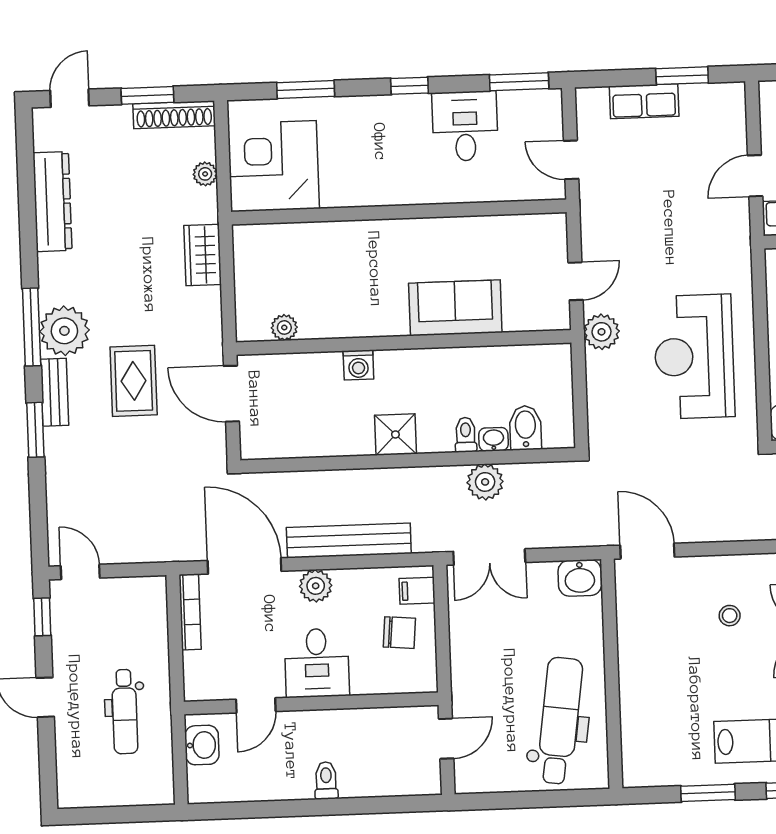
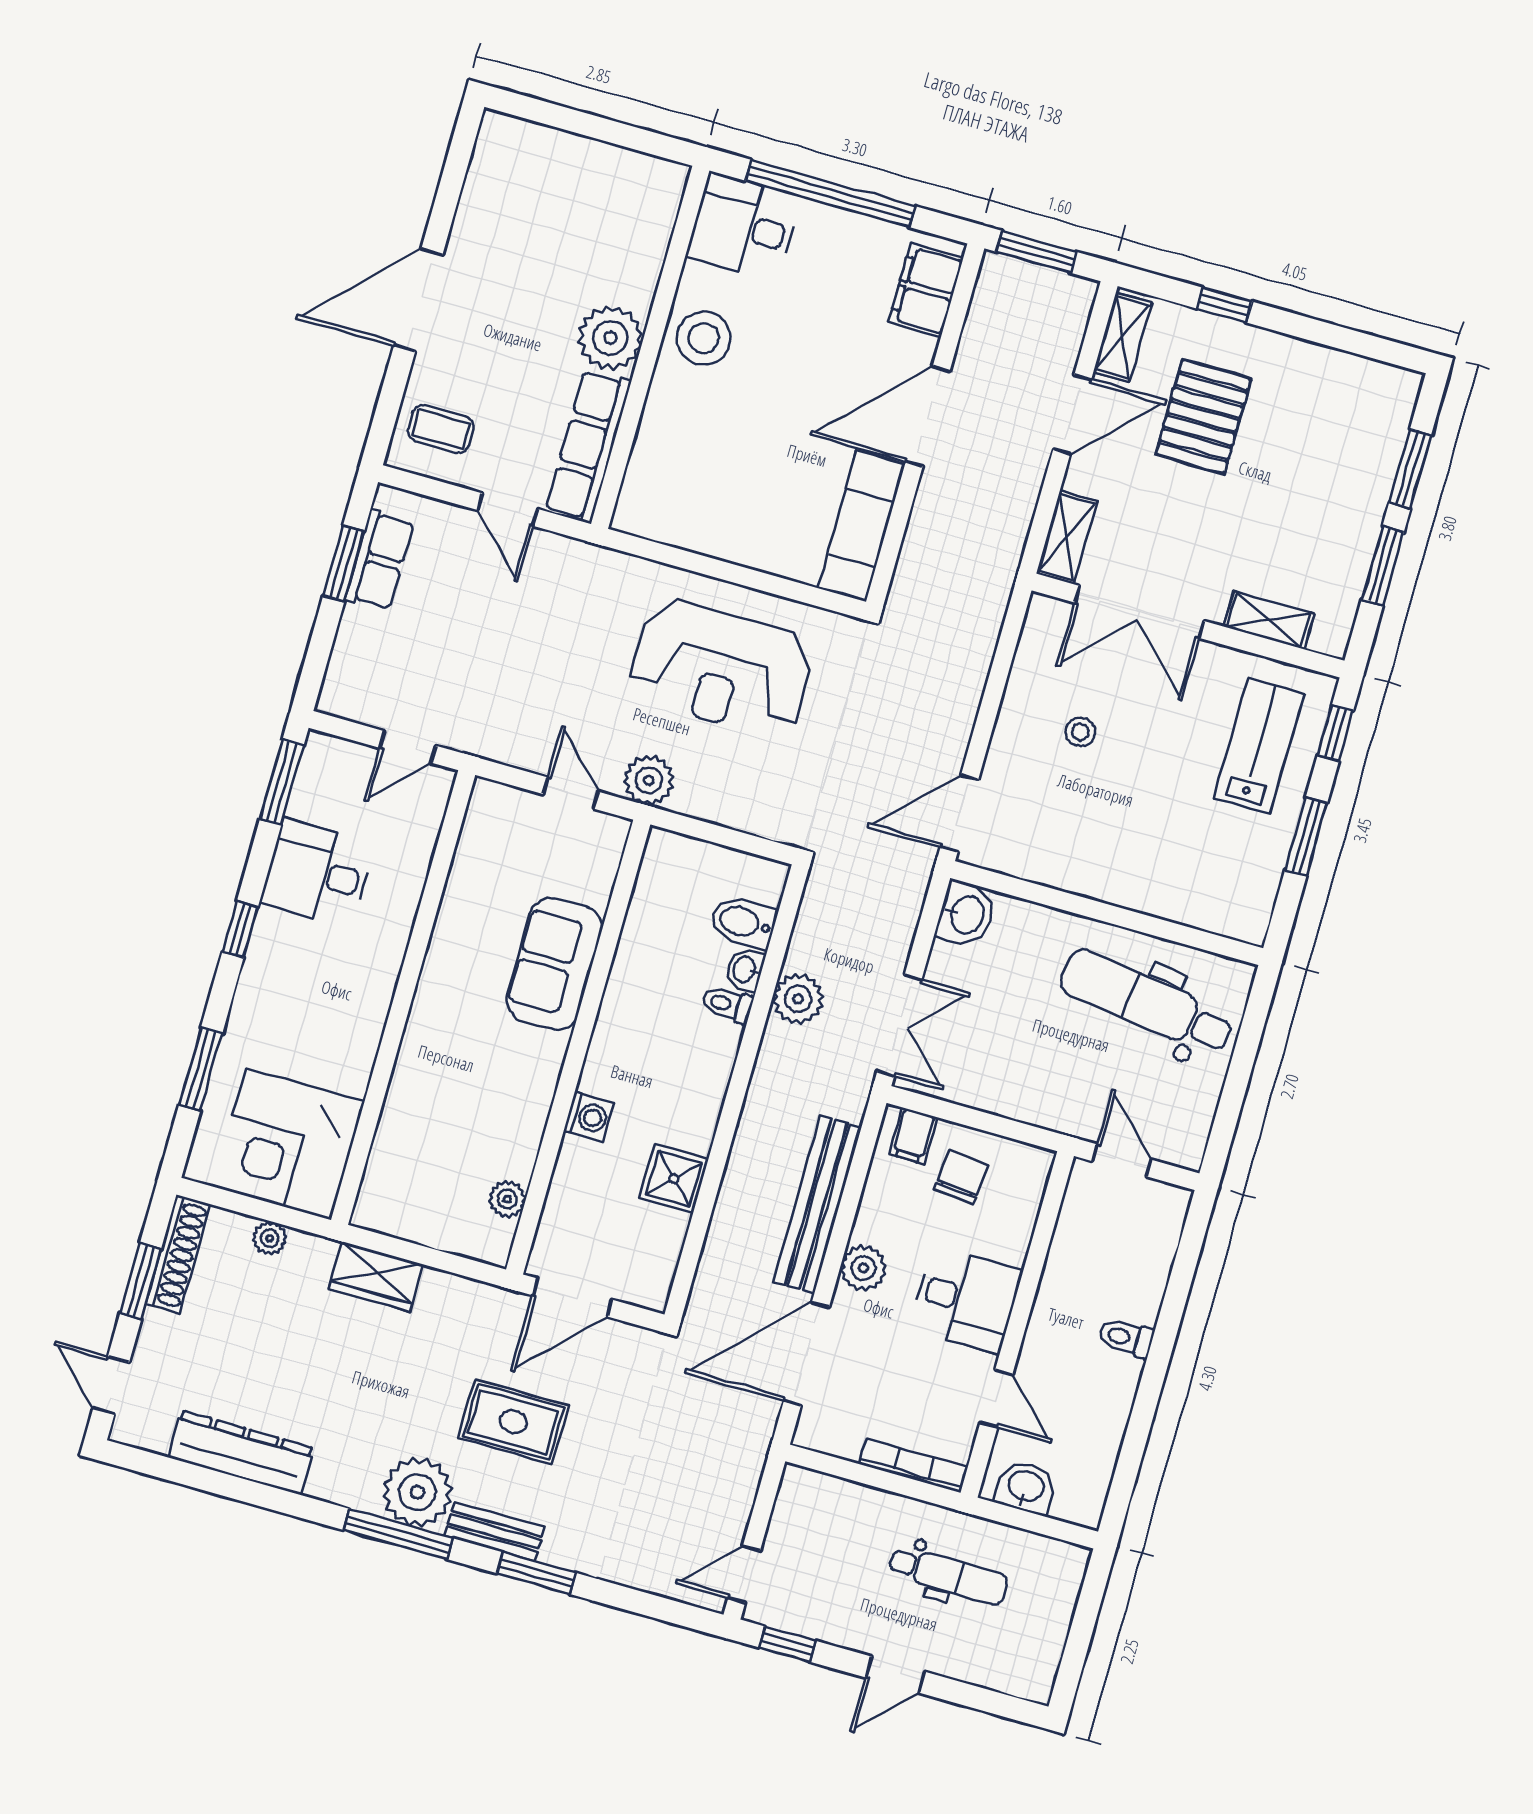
row of seats: (644, 101) -> (380, 560), moved
shower: (395, 434) -> (674, 1178), moved
bookcase: (190, 612) -> (914, 1466), moved

